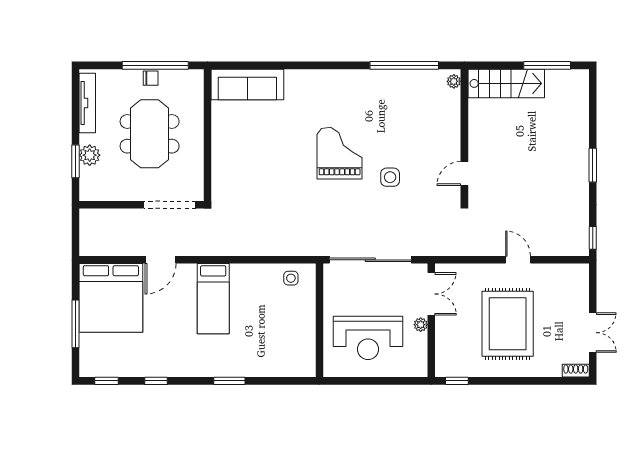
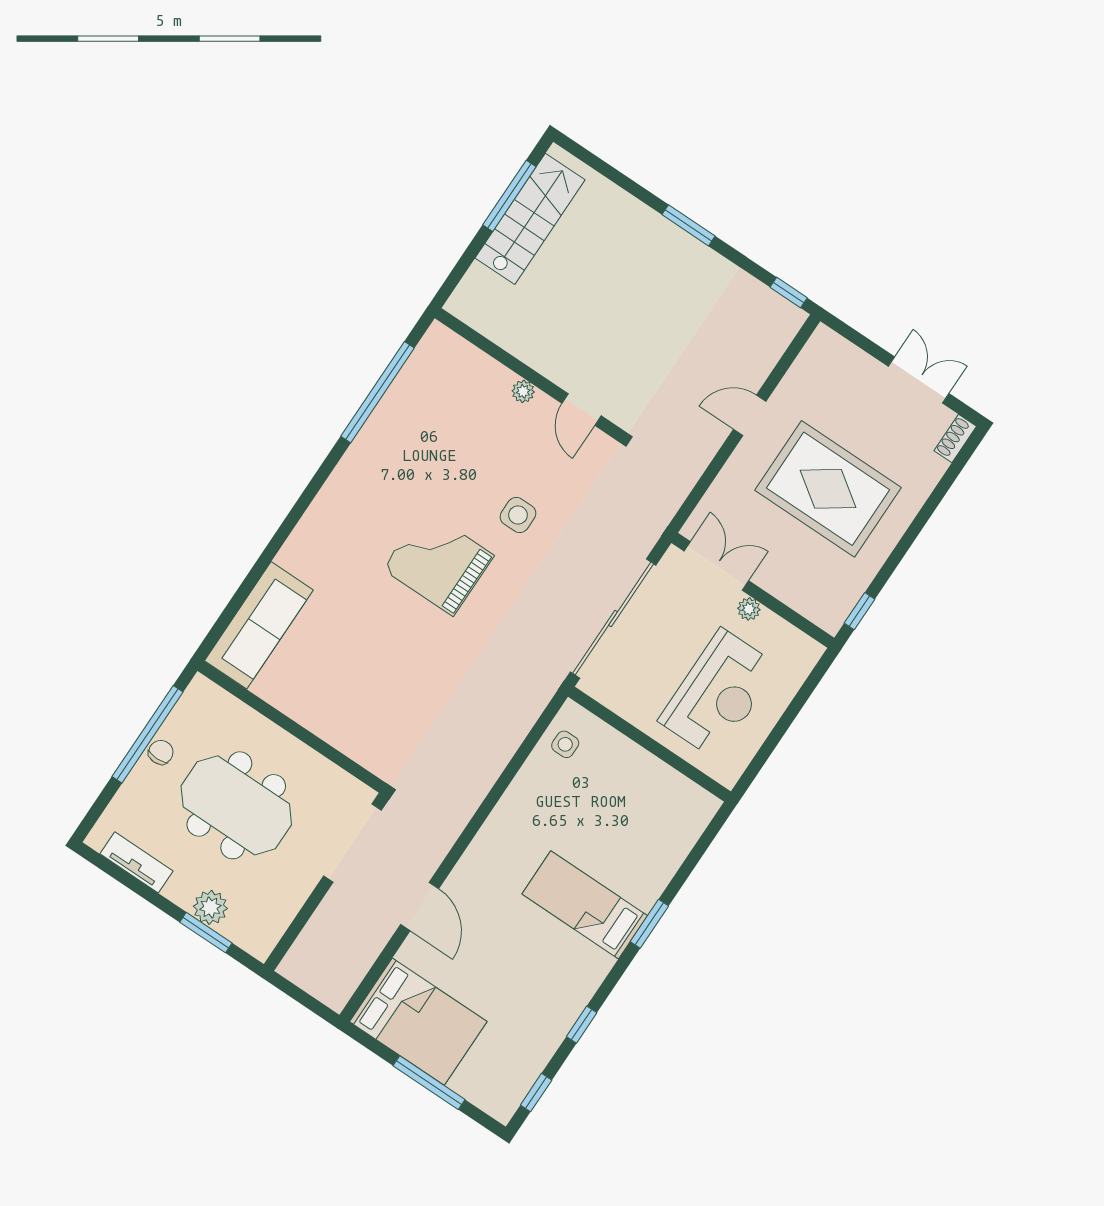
plant: (454, 81) -> (523, 391), moved
stairs: (506, 83) -> (530, 219), moved
tv unit: (87, 103) -> (136, 862), width x0.71
bed: (111, 298) -> (418, 1022), width x0.73
bed: (213, 299) -> (585, 905), moved, turned 180

